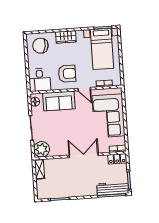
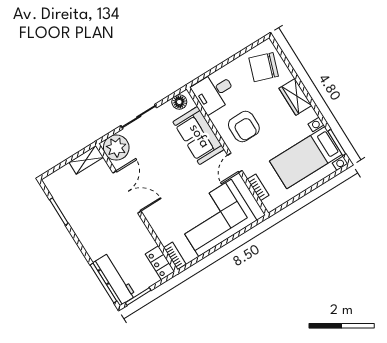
chair: (40, 46) -> (264, 67), turned -79
double door: (84, 155) -> (127, 192), moved

